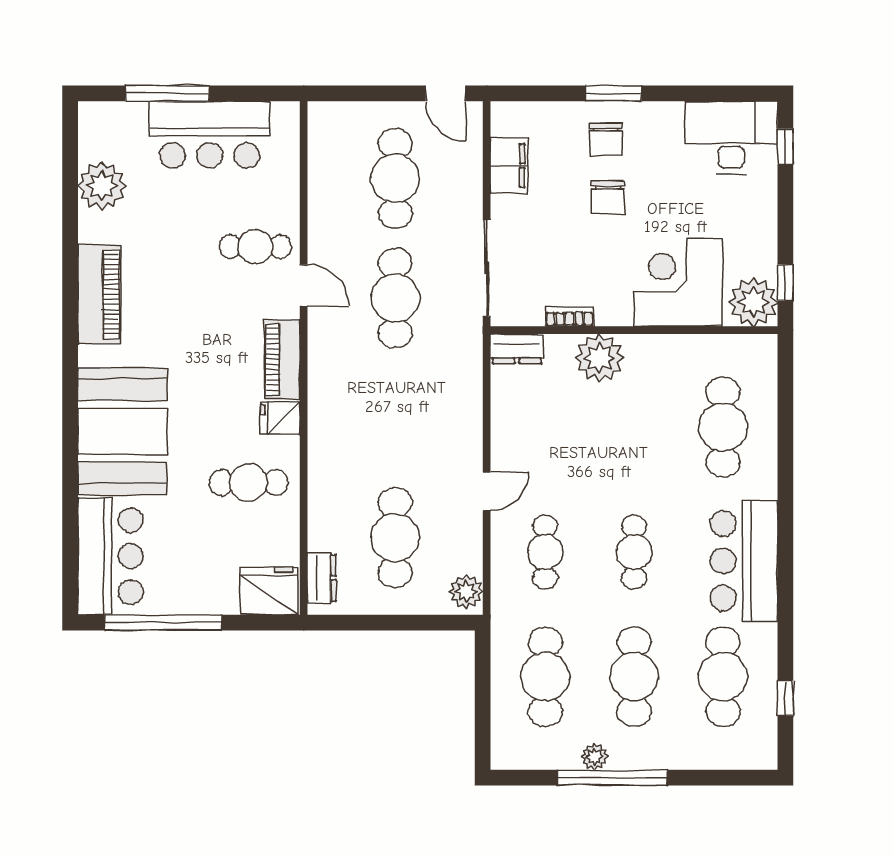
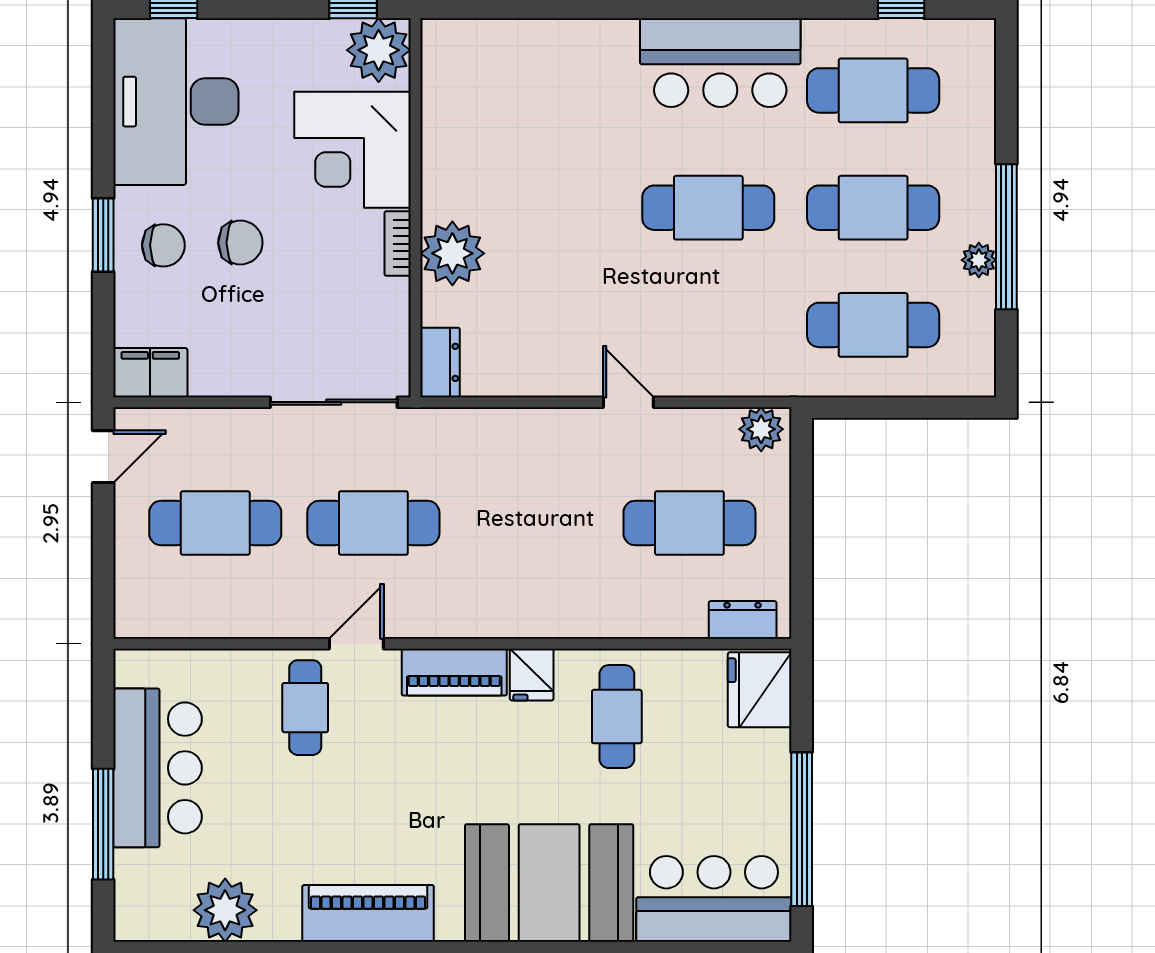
desk: (731, 138) -> (176, 102), width x1.36, depth x1.30
filing cabinet: (509, 166) -> (150, 373), moved
bookcase: (569, 317) -> (398, 244), moved
cafe table: (723, 427) -> (543, 90), removed
cafe table: (545, 552) -> (708, 325), removed
cafe table: (634, 552) -> (708, 208), width x1.37, depth x1.35

